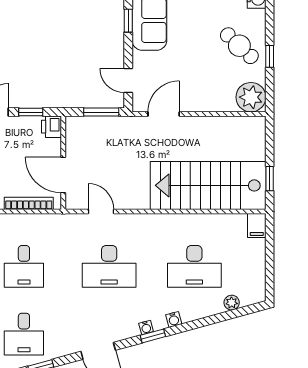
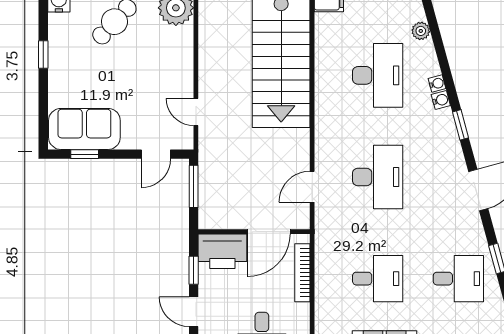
door: (164, 114) -> (196, 112), width x0.73
printer: (51, 127) -> (222, 251), width x1.87, depth x1.48
water cooler: (146, 327) -> (437, 83), moved

